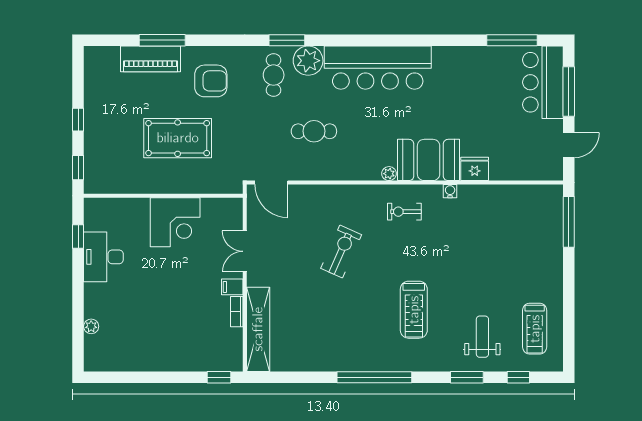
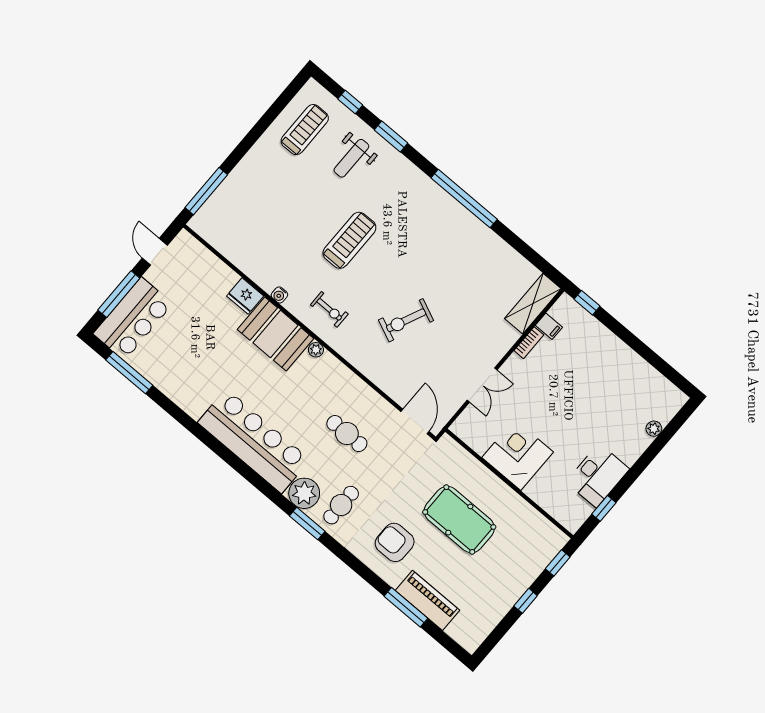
door: (569, 145) -> (155, 252), hinge flipped
filing cabinet: (232, 287) -> (549, 326), moved
treadmill: (414, 310) -> (349, 240), moved
shelving: (258, 329) -> (533, 304), width x0.68

